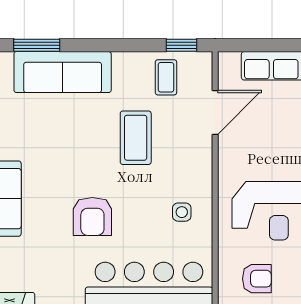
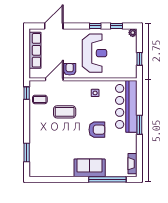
sofa: (63, 72) -> (38, 142), removed
door: (215, 112) -> (54, 79), hinge flipped
armchair: (257, 279) -> (70, 69), moved

